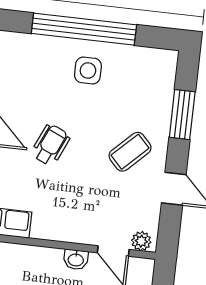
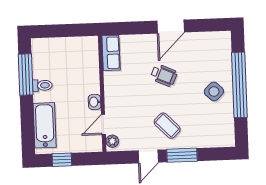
side table: (88, 70) -> (214, 92), turned 45
window: (182, 115) -> (182, 155), moved

